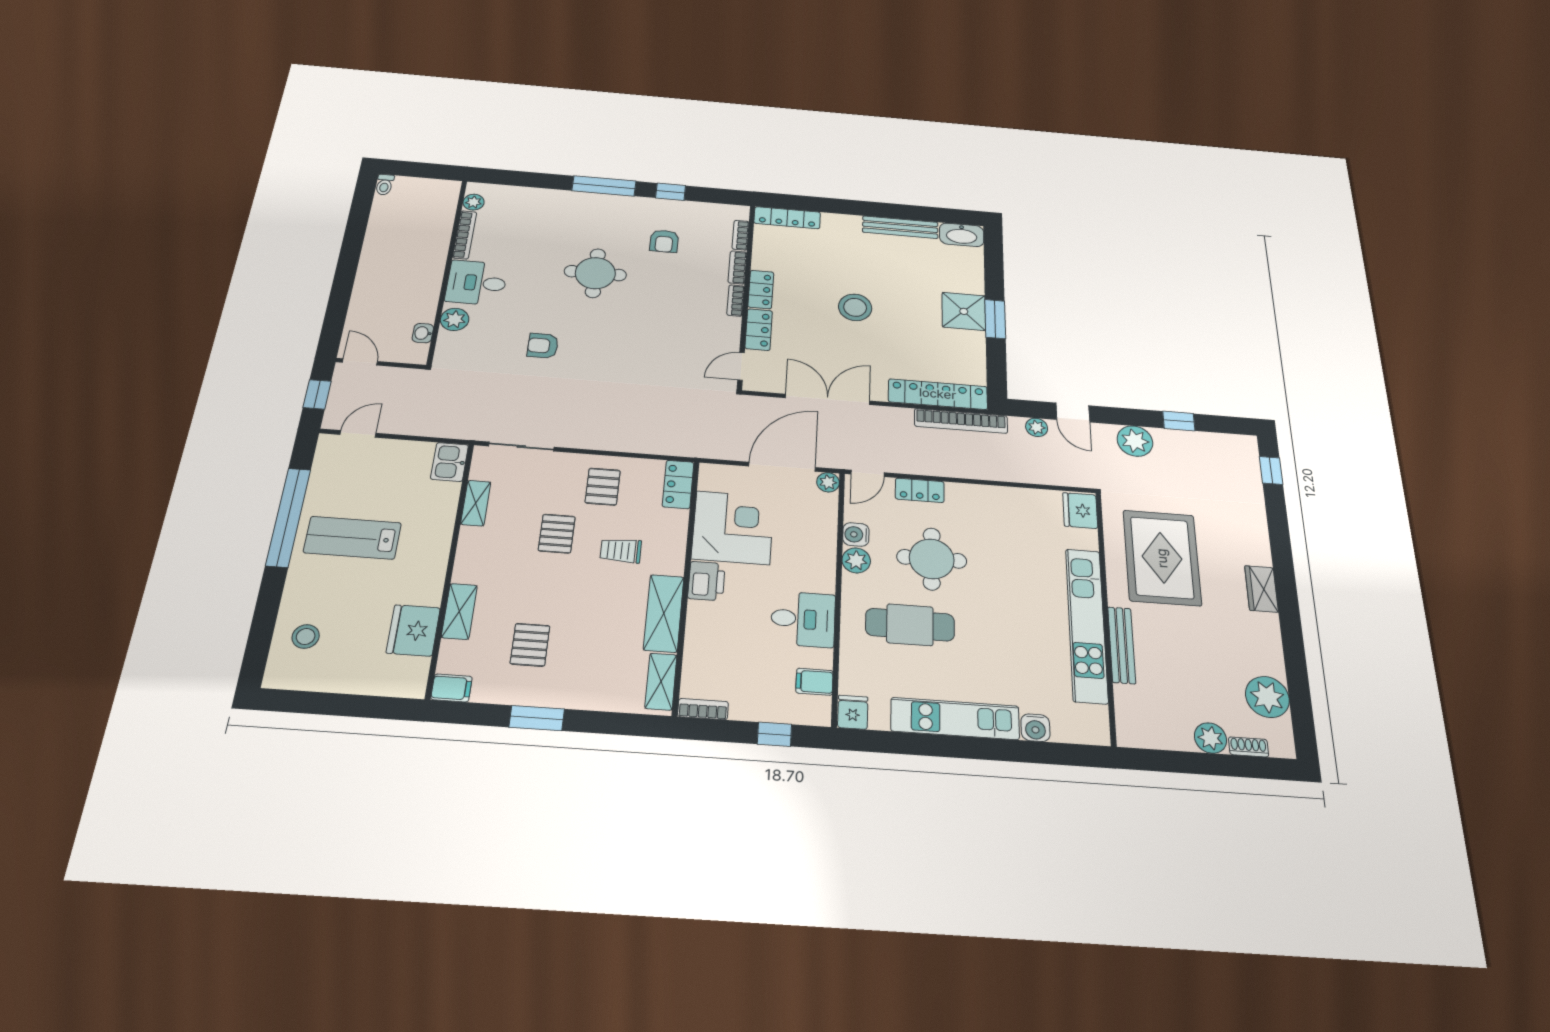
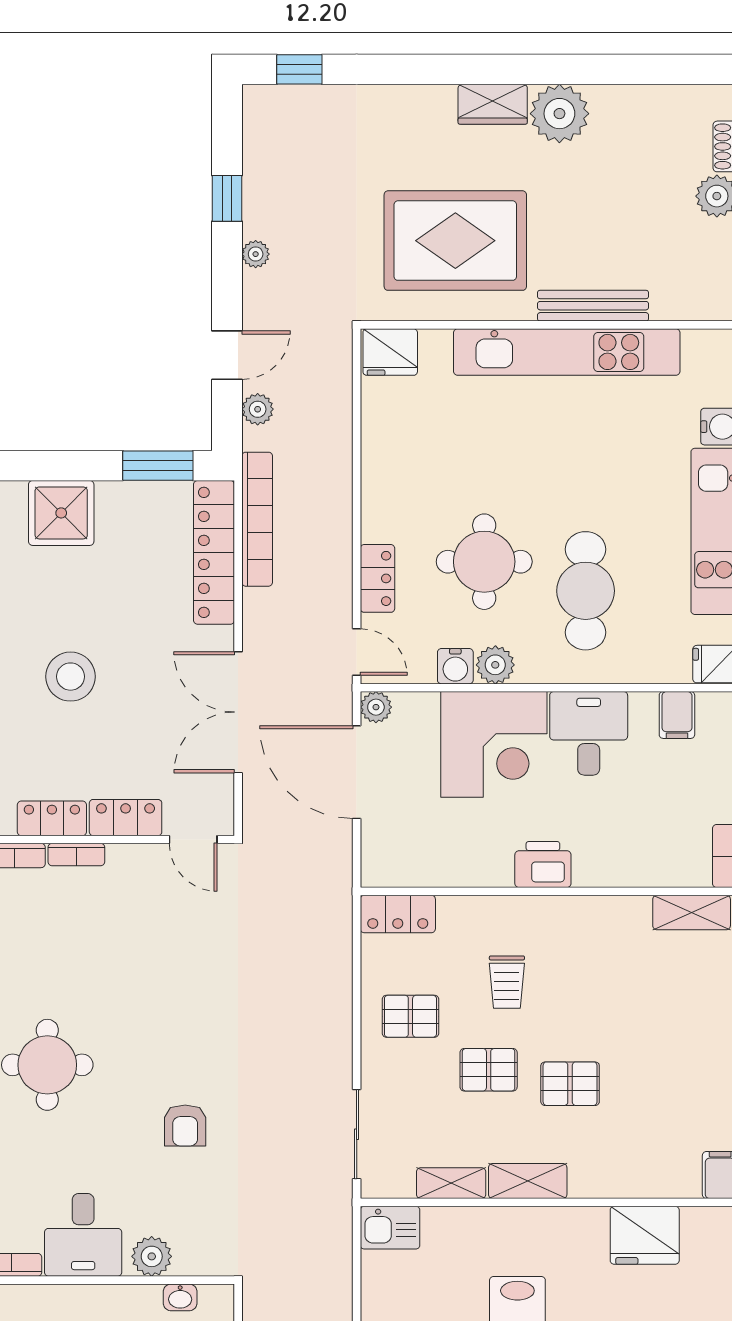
window: (995, 319) -> (158, 466), moved
plant: (1135, 441) -> (256, 254), width x0.53, depth x0.53
corner desk: (733, 528) -> (494, 744), moved, turned 180
shelving: (459, 611) -> (528, 1181), moved
shelving: (664, 613) -> (595, 917), removed
pallet: (530, 645) -> (570, 1084), moved
plant: (1267, 697) -> (559, 114), moved

